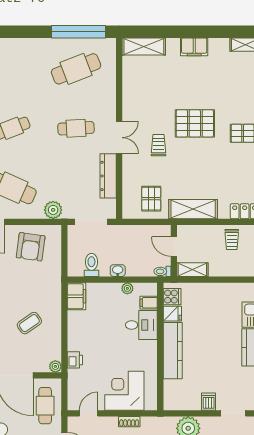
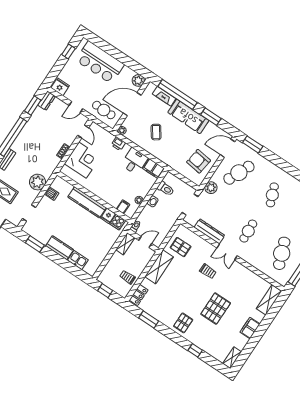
pallet: (195, 123) -> (216, 309), moved
desk: (141, 325) -> (134, 161), moved, turned 180
dishwasher: (209, 402) -> (52, 194), moved

